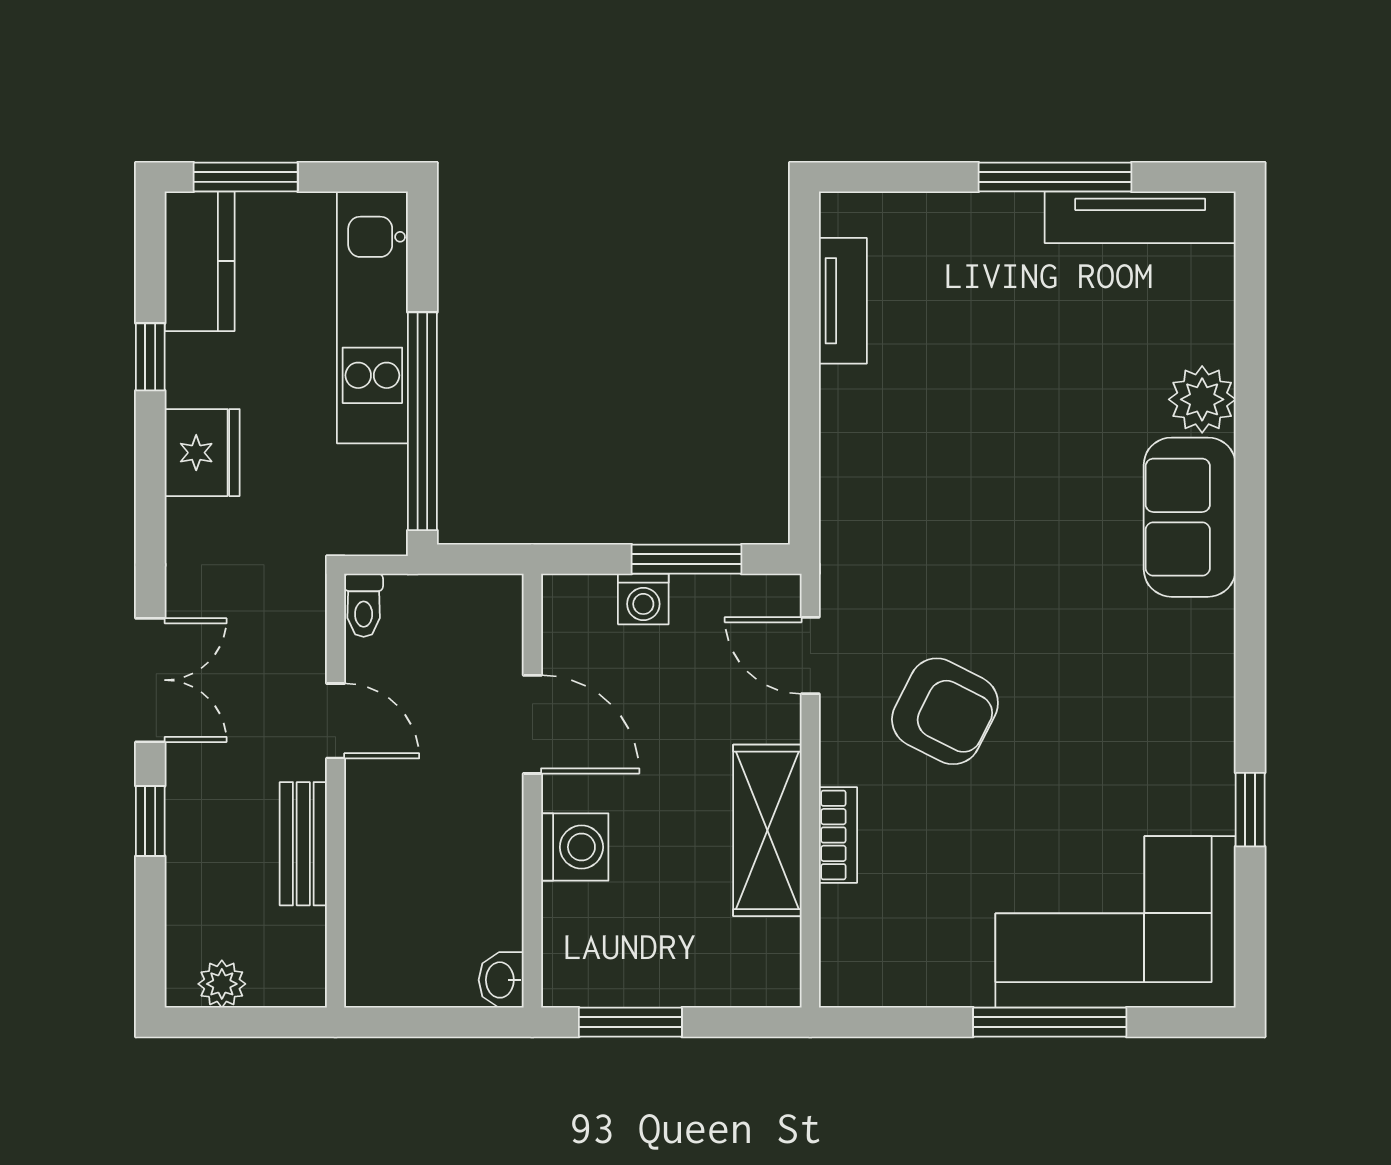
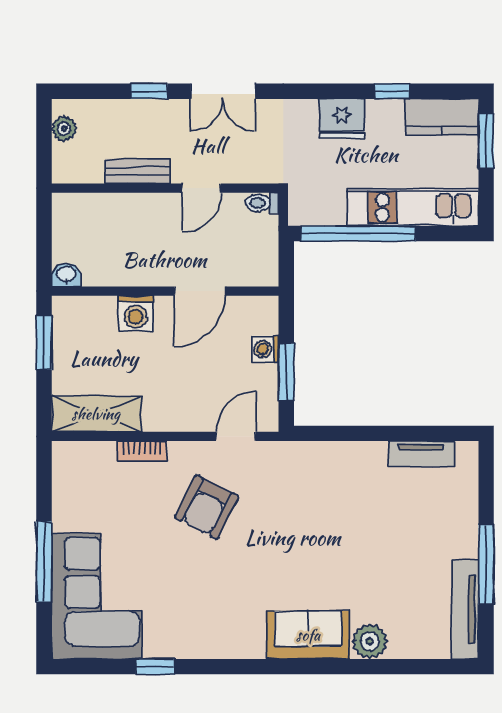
shelving: (767, 830) -> (96, 414), moved

